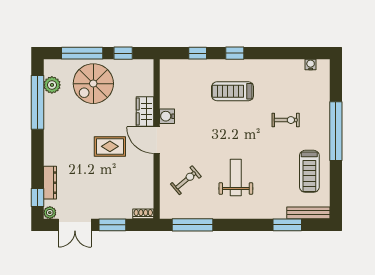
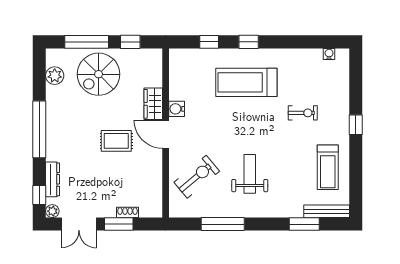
treadmill: (233, 91) -> (246, 82), width x1.37, depth x1.38
window: (37, 102) -> (39, 129), moved
window: (336, 131) -> (356, 125), width x0.32
exercise bike: (186, 180) -> (197, 177), width x1.38, depth x1.39
shoe rack: (143, 214) -> (128, 212), moved
window: (193, 225) -> (223, 224), moved

